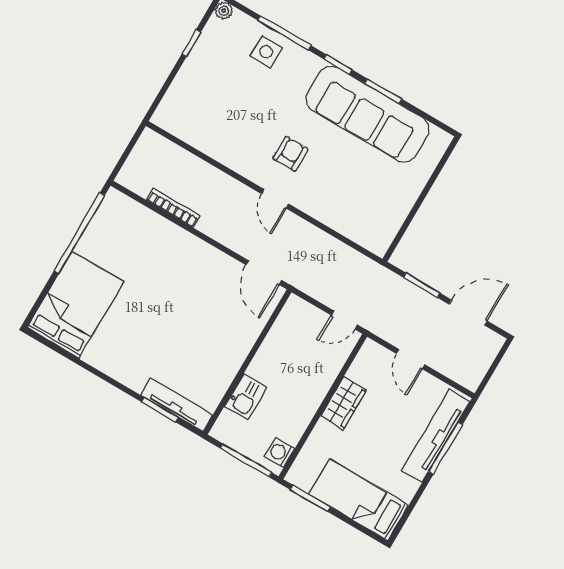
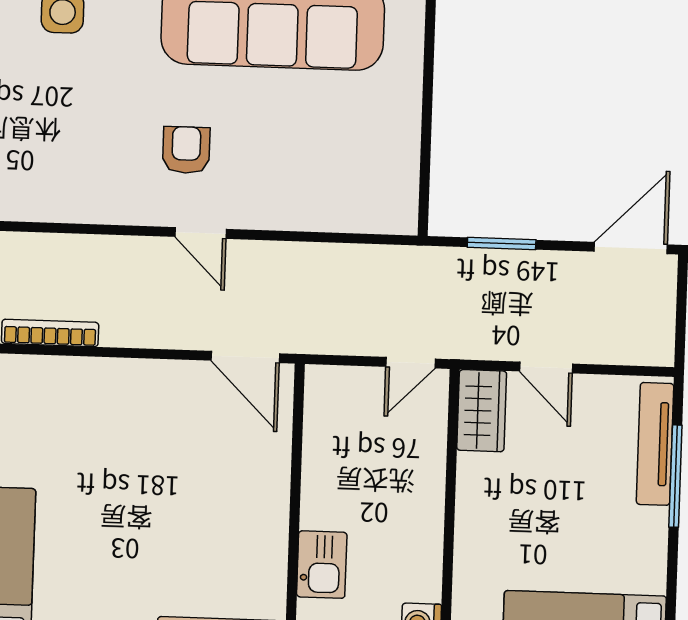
door: (468, 312) -> (631, 248), moved
wardrobe: (343, 403) -> (482, 411), moved
tv unit: (436, 436) -> (655, 444), width x0.73, depth x0.78

